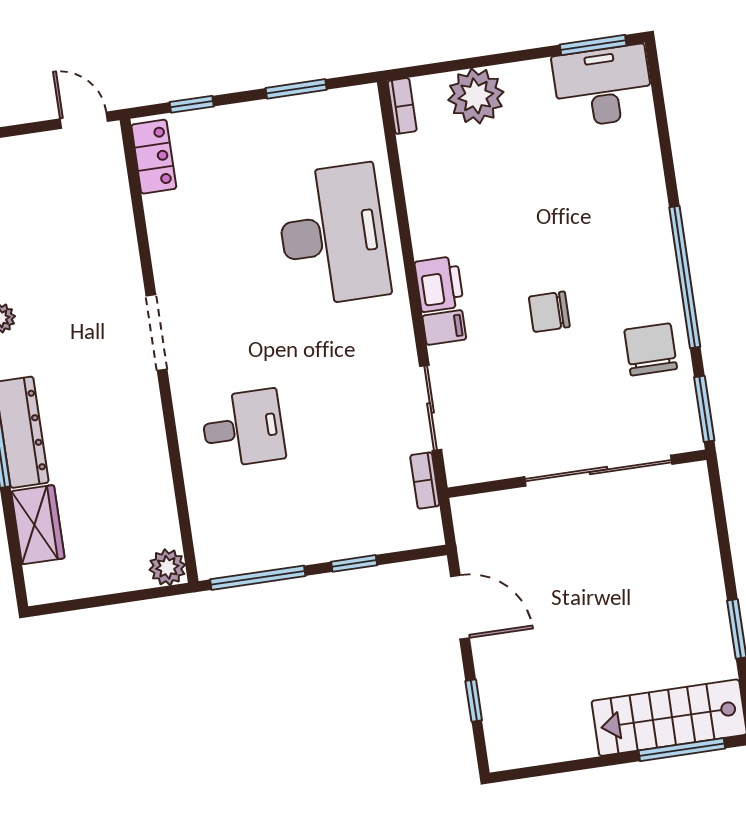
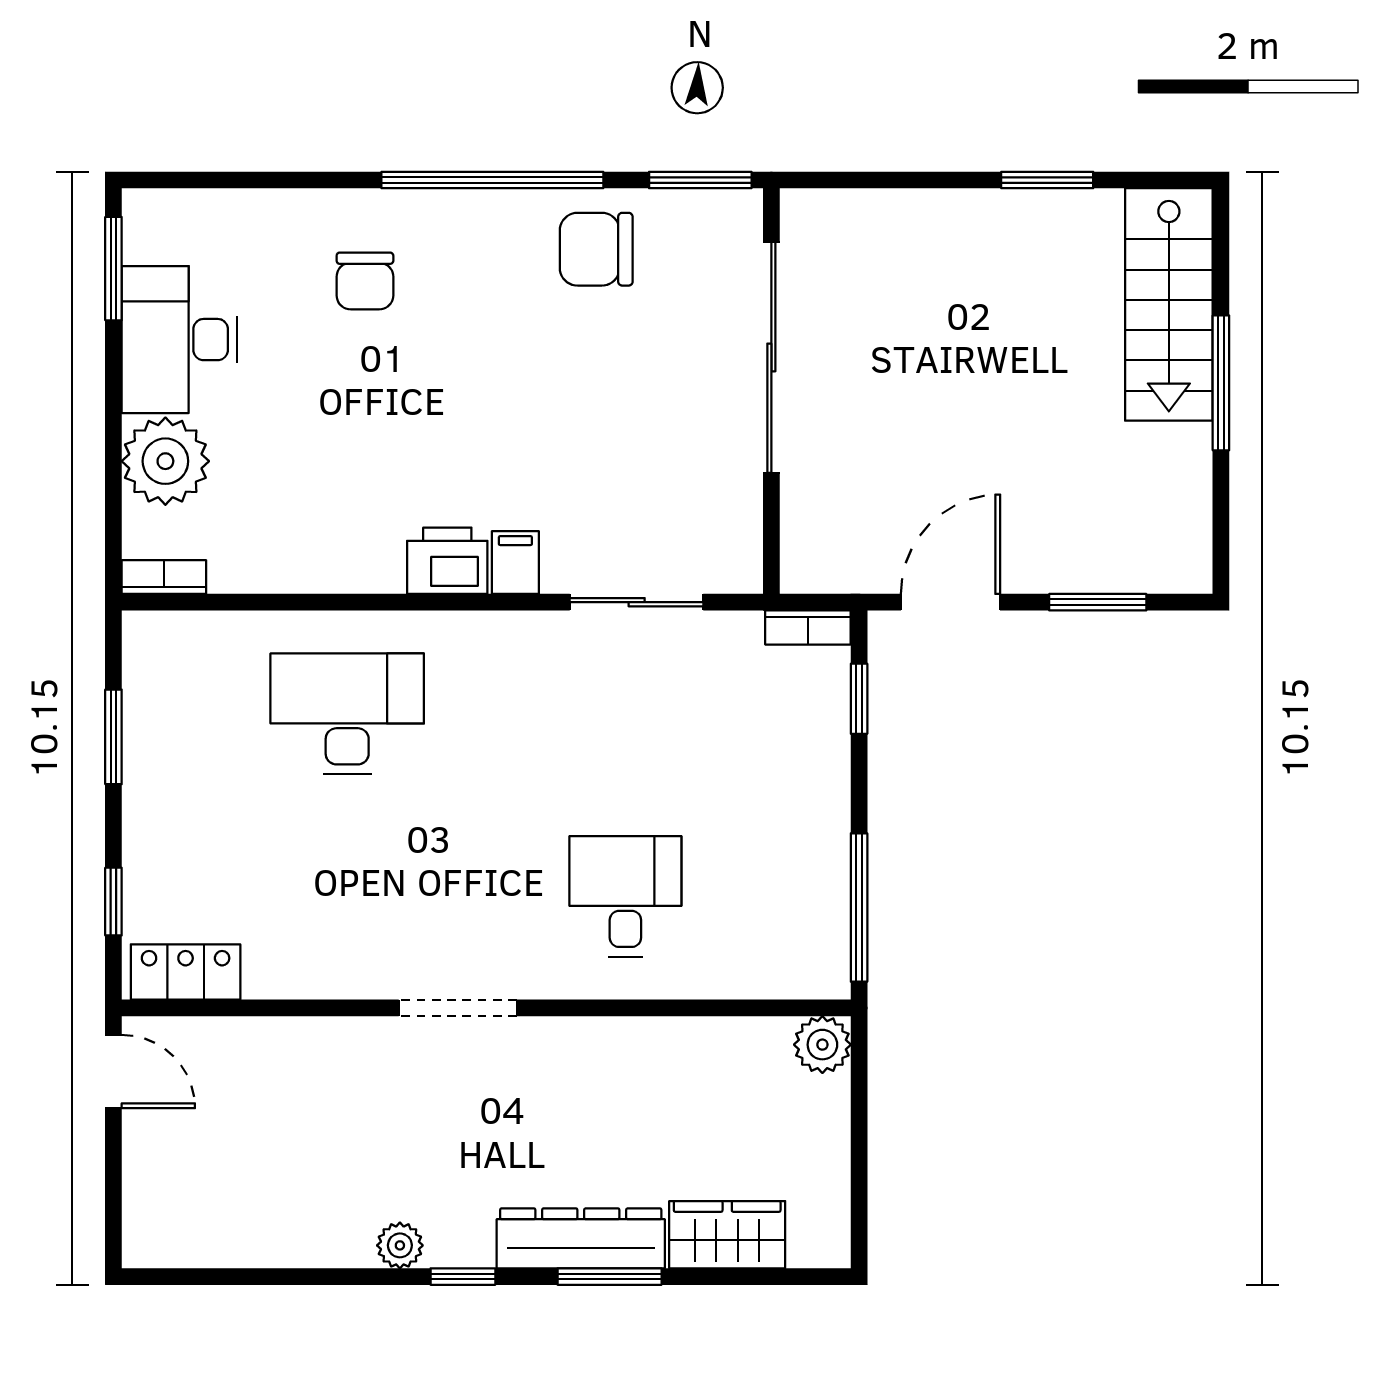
desk: (603, 86) -> (179, 340), moved
door: (84, 120) -> (113, 1072), swing flipped
desk: (333, 235) -> (347, 714), width x0.73, depth x0.77
chair: (549, 312) -> (365, 281), moved
bookcase: (425, 480) -> (808, 627), moved
window: (354, 563) -> (859, 699), moved
window: (474, 701) -> (1098, 602), width x1.50
window: (682, 750) -> (1221, 383), moved

